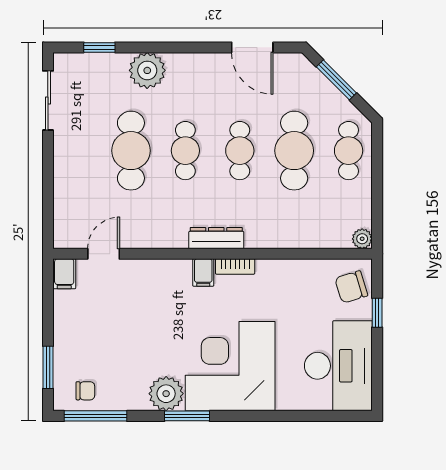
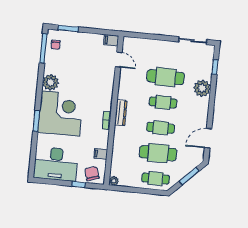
filing cabinet: (203, 272) -> (101, 154), moved
window: (187, 416) -> (36, 121), moved

